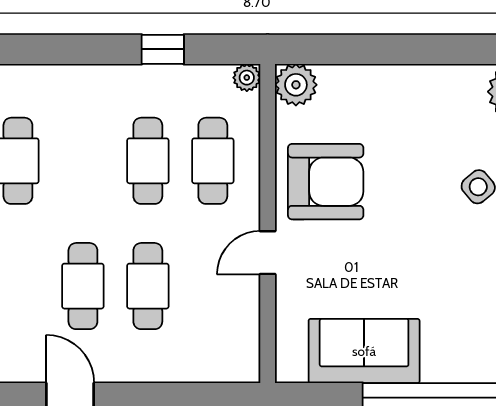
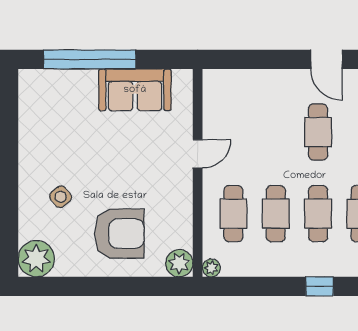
window: (163, 49) -> (320, 286), moved
armchair: (326, 182) -> (119, 234), moved, turned 180
cafe table: (148, 286) -> (318, 214), moved

